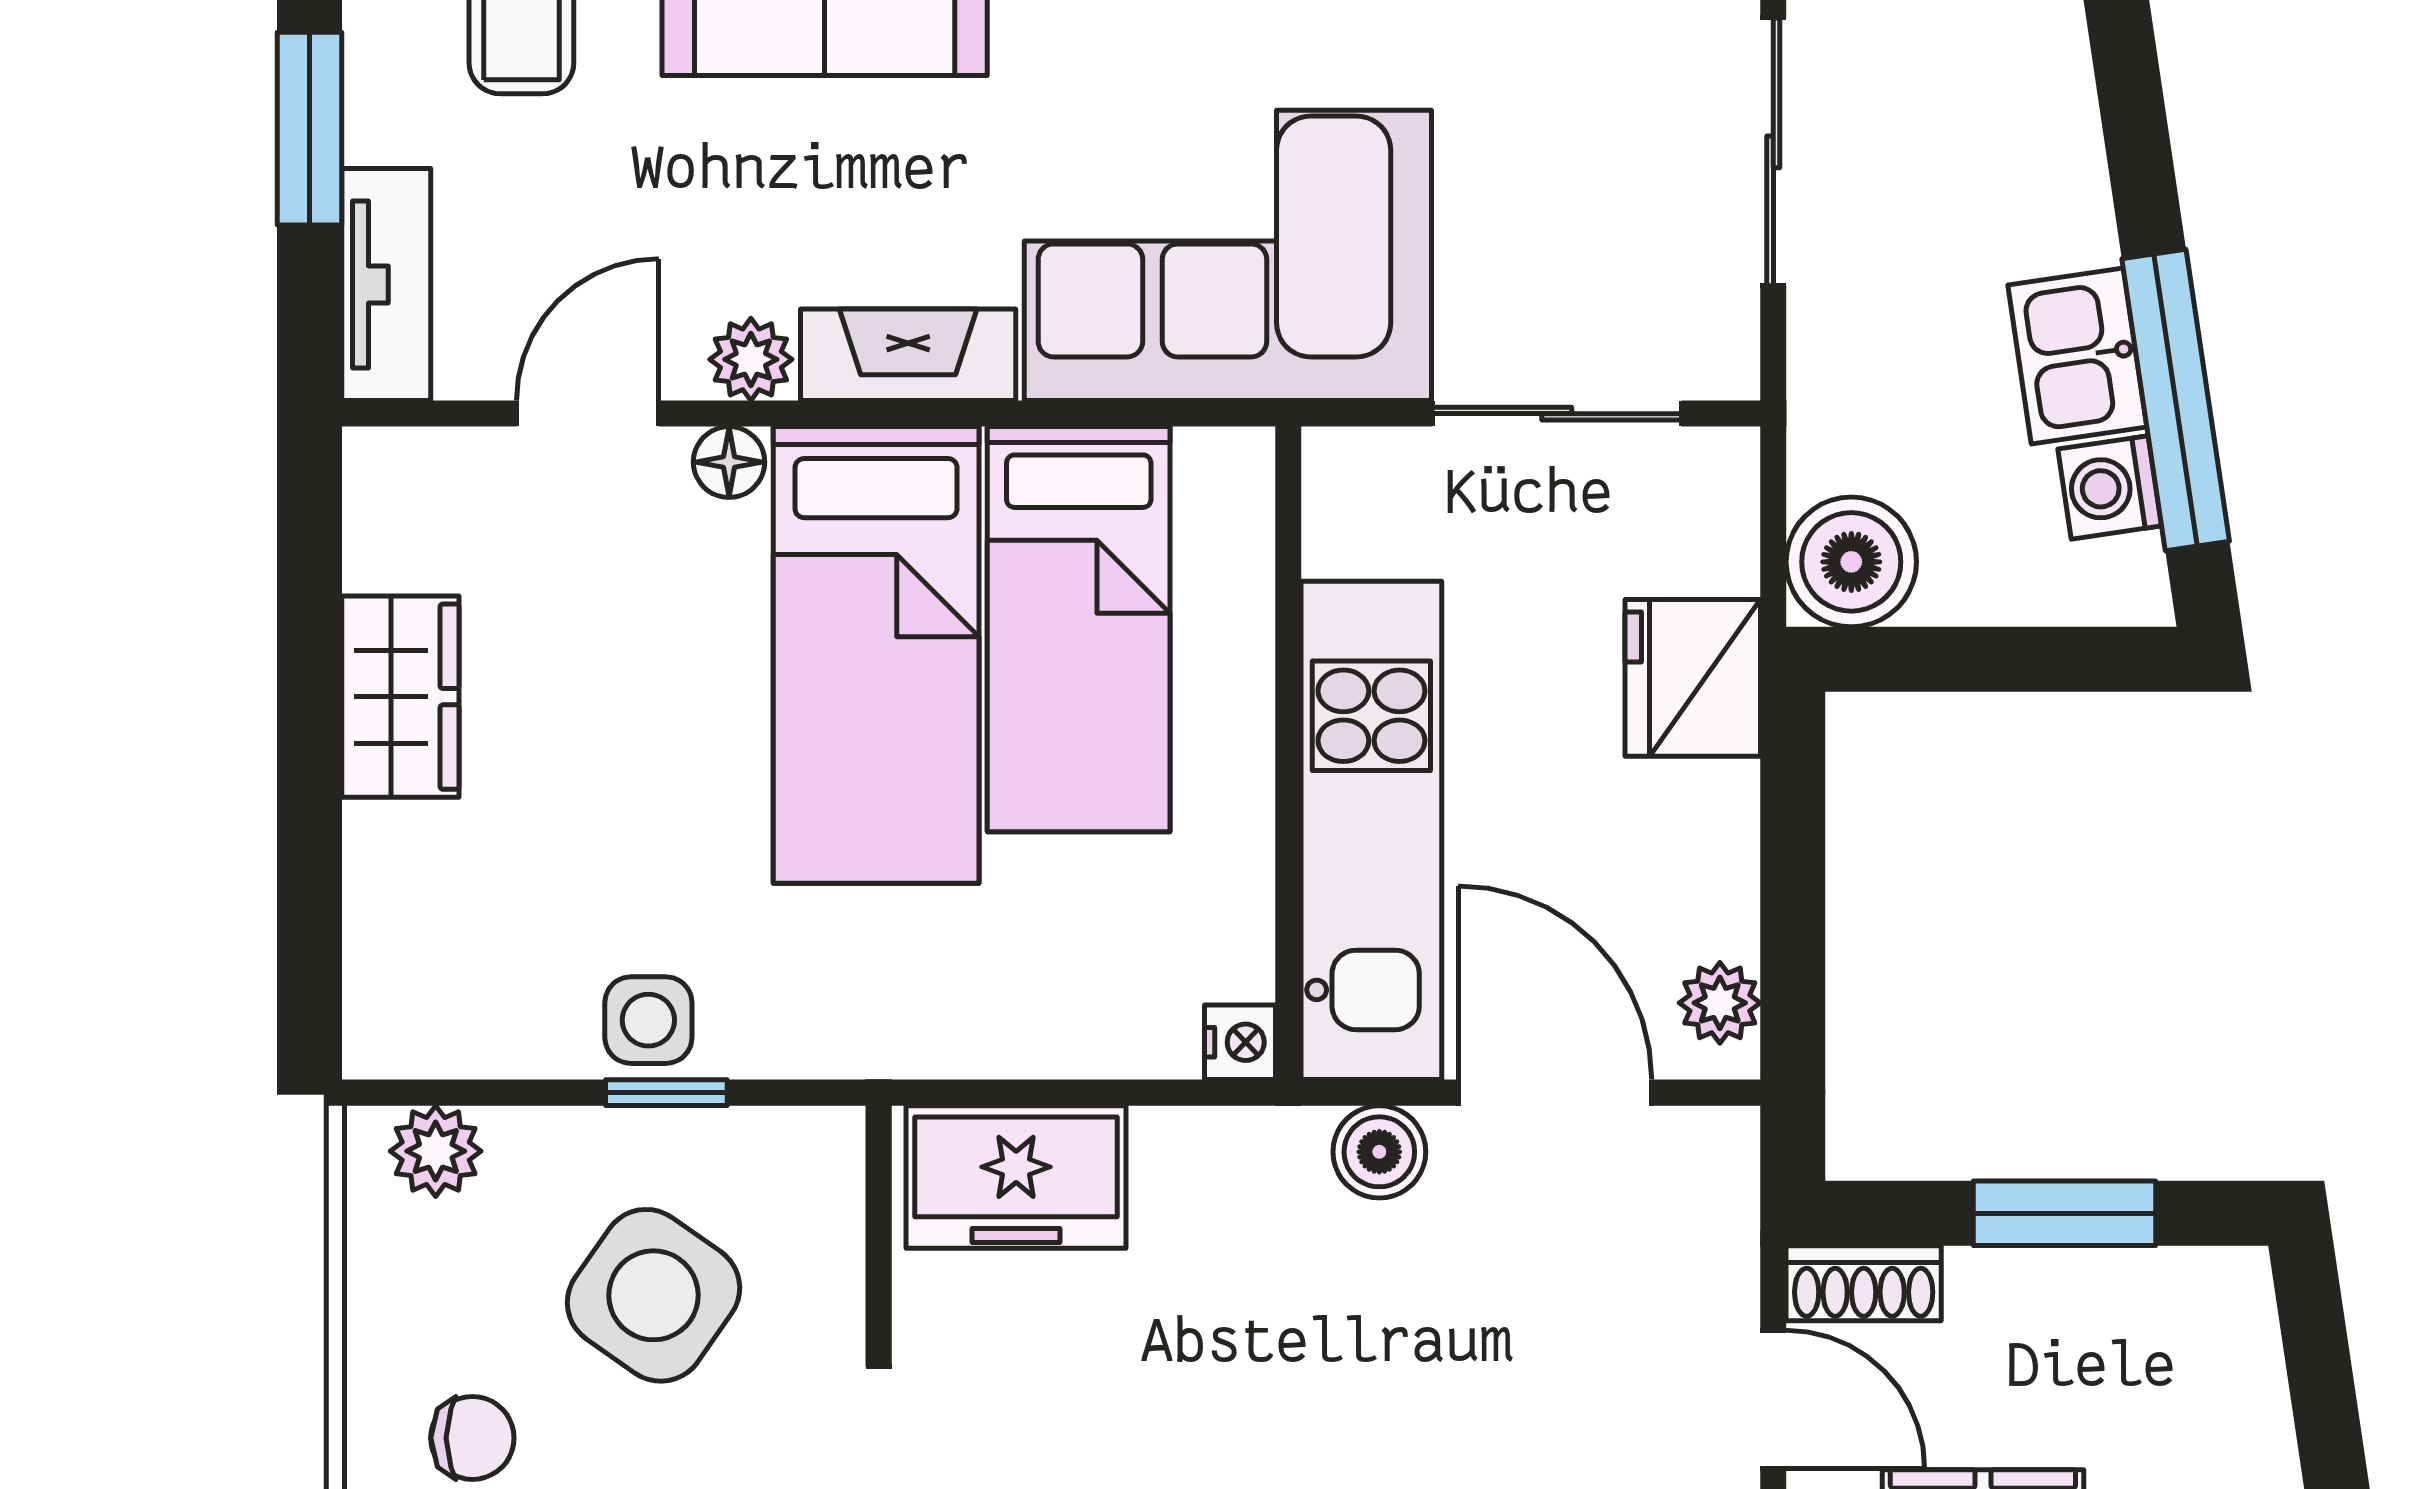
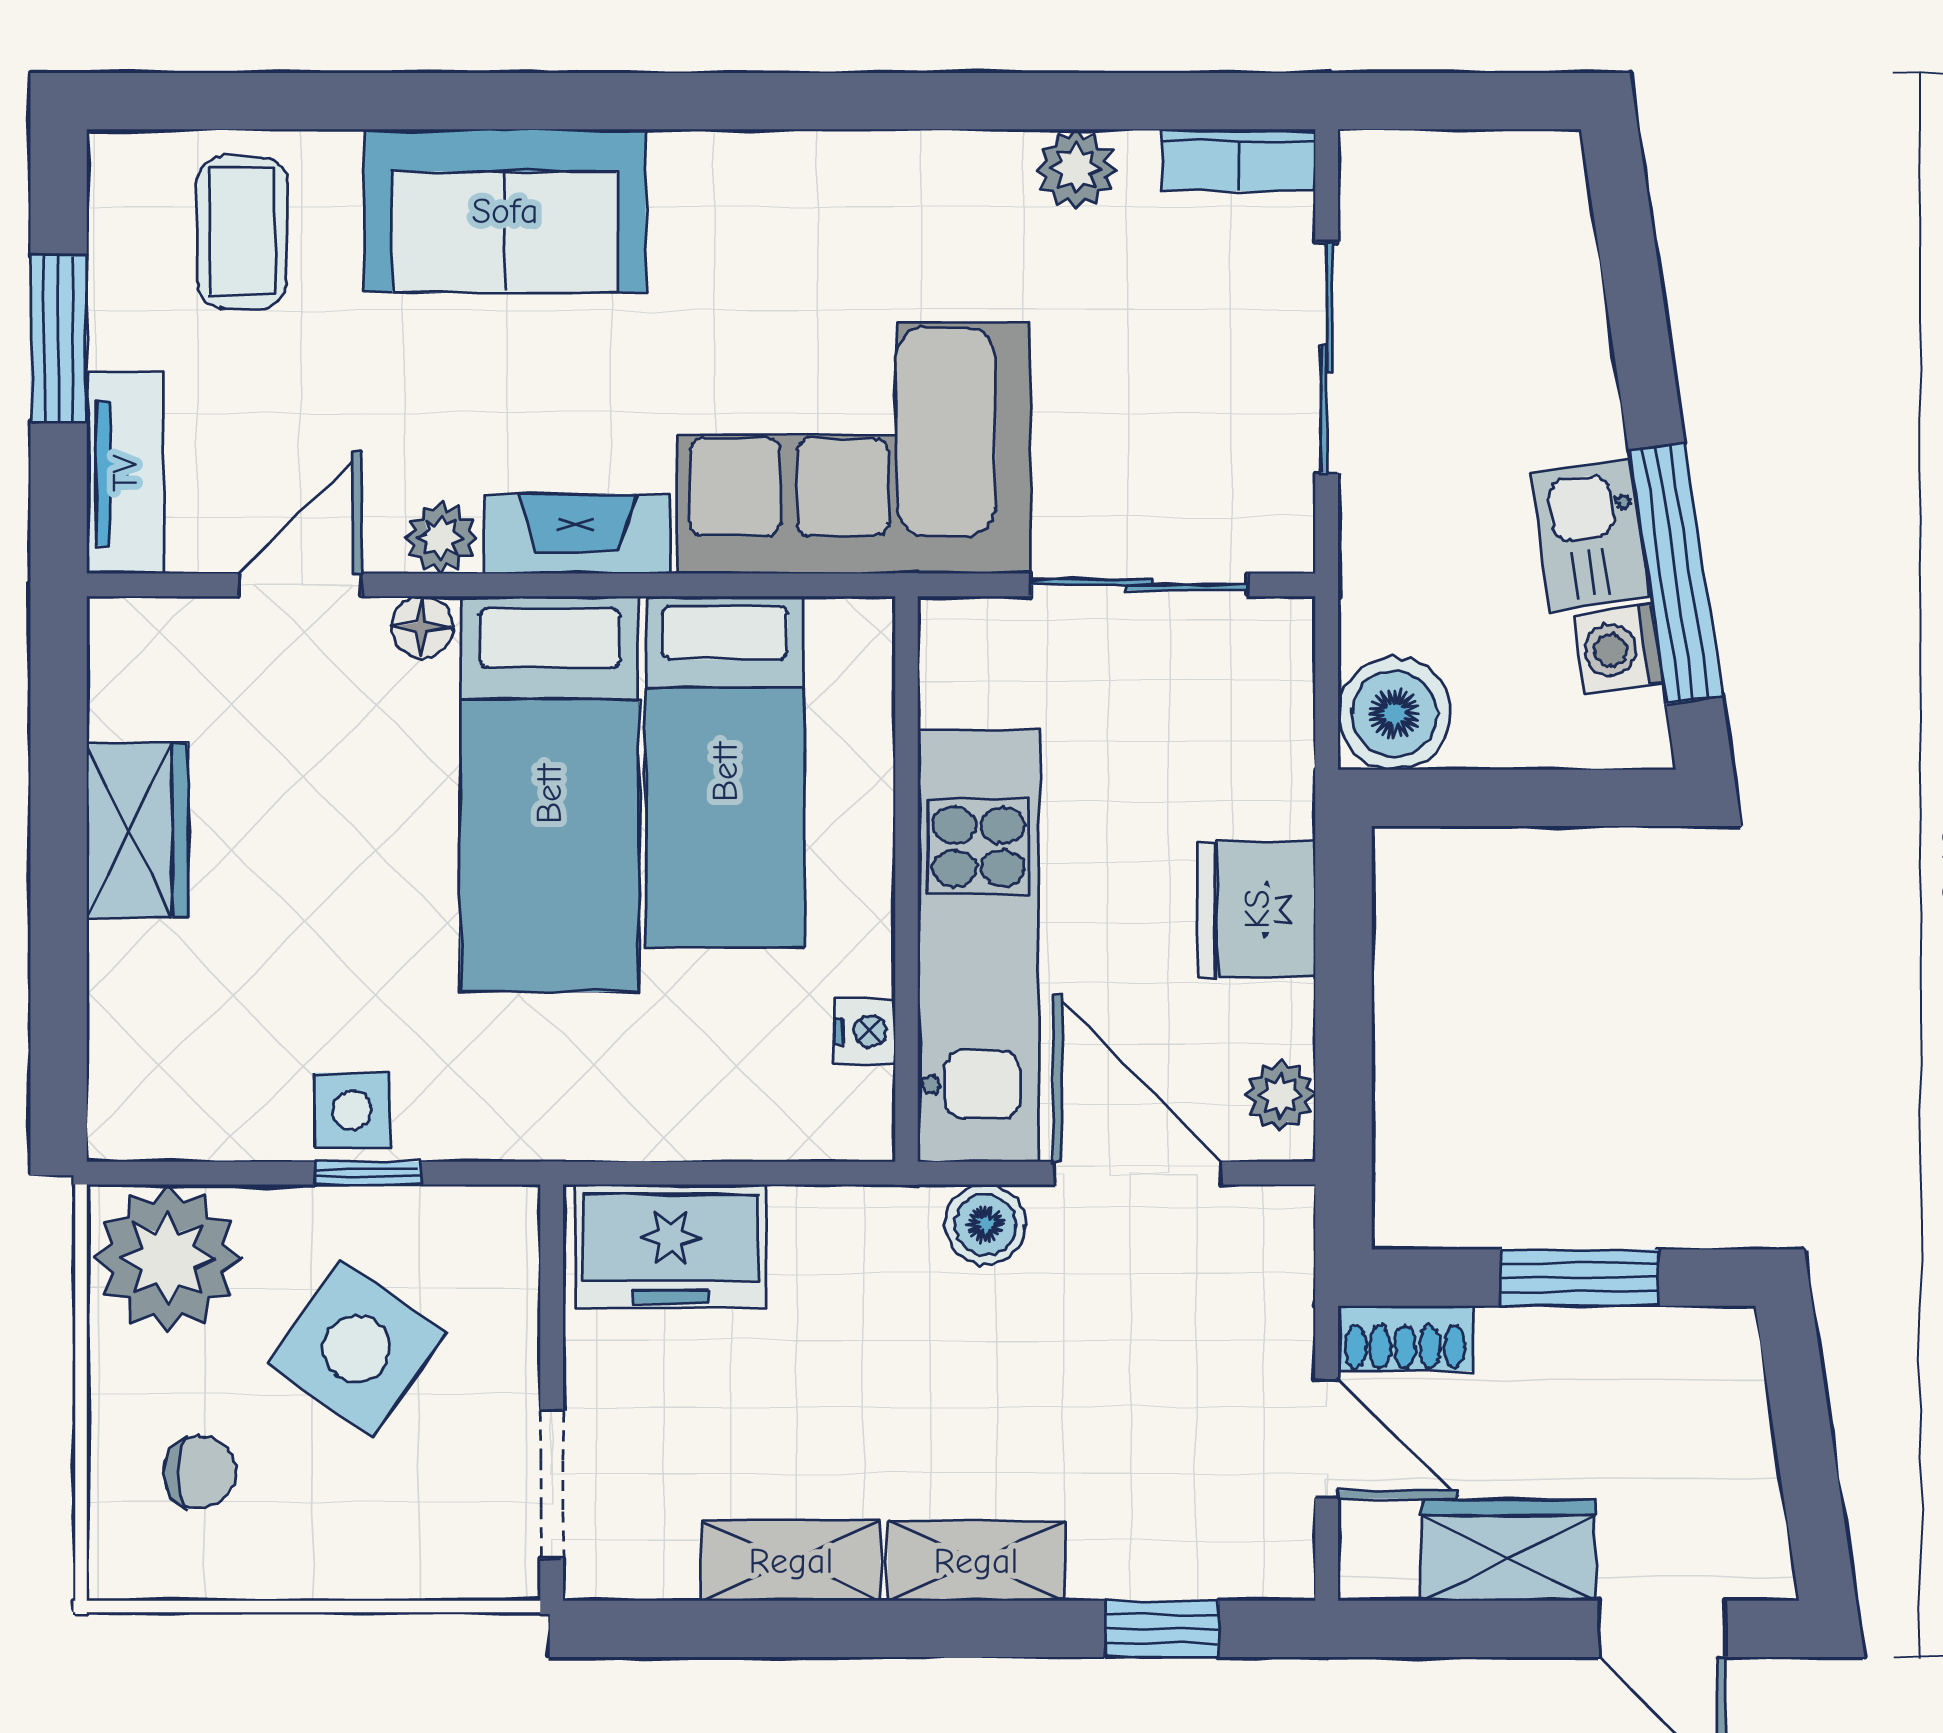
fridge: (1693, 678) -> (1257, 909), moved
nightstand: (1240, 1042) -> (865, 1031), moved
plant: (436, 1151) -> (168, 1258), width x1.88, depth x1.88

